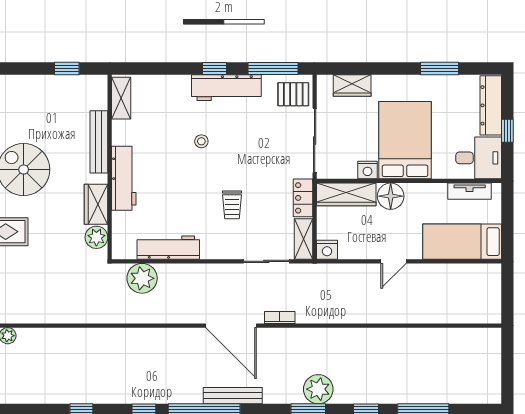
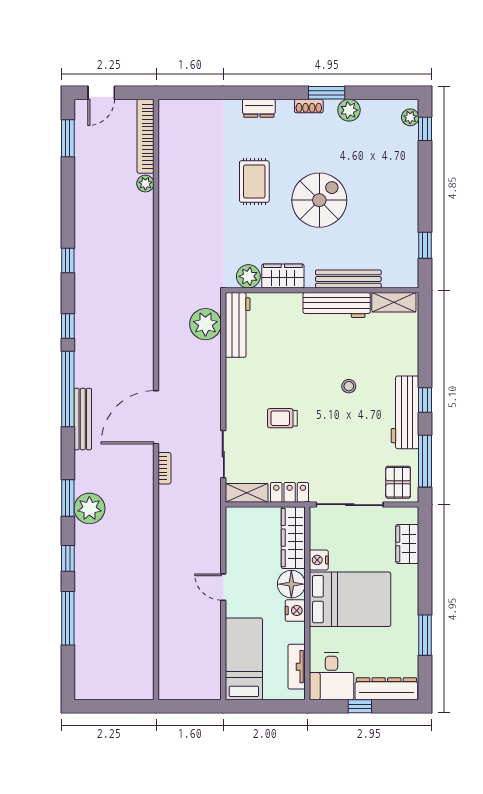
workbench: (124, 178) -> (337, 305), moved
workbench: (168, 248) -> (238, 325), moved
nightstand: (327, 250) -> (295, 611), moved, turned 180

